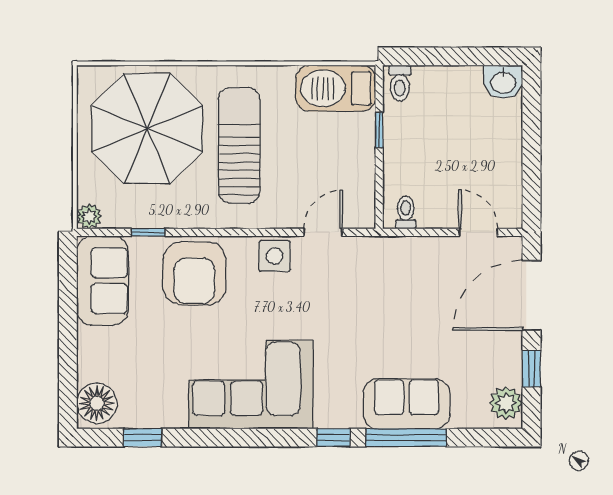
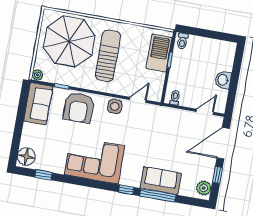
washbasin: (503, 82) -> (223, 80), moved, turned 90
barbecue: (336, 88) -> (159, 53), moved, turned 90
door: (478, 232) -> (205, 112), hinge flipped

